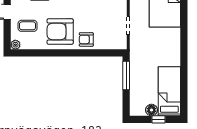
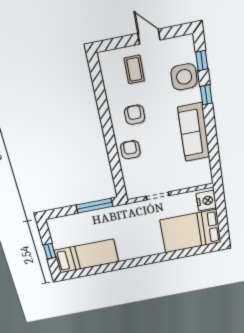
armchair: (60, 31) -> (135, 115), width x0.53, depth x0.53
plant: (15, 45) -> (105, 58), removed
floor lamp: (151, 110) -> (59, 242), removed

